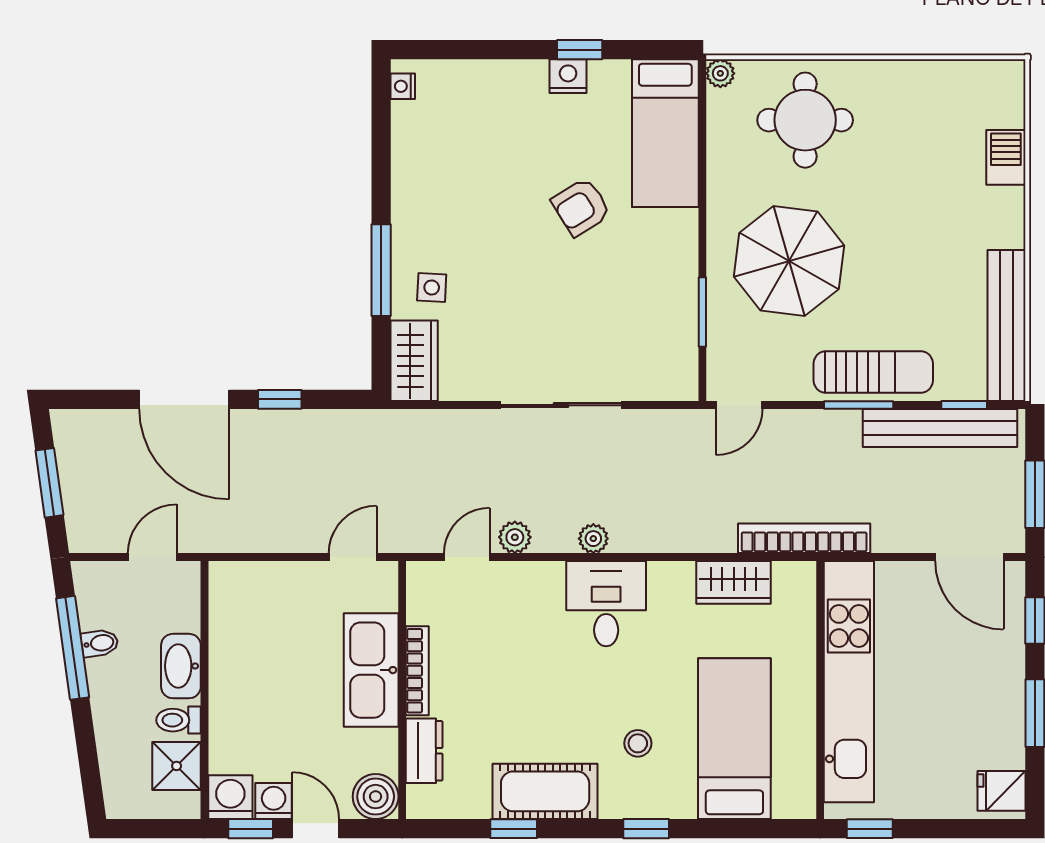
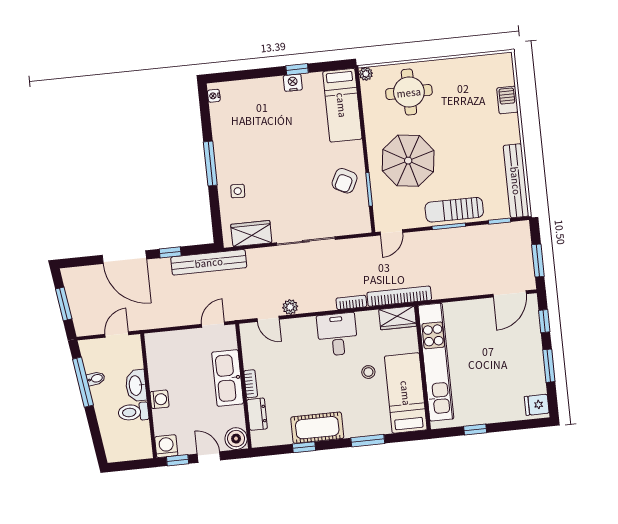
armchair: (581, 207) -> (345, 181), moved, turned -31
window: (381, 270) -> (210, 163), moved
wardrobe: (414, 361) -> (251, 234), moved, turned -90
sun lounger: (873, 372) -> (454, 210), turned 180
bench: (940, 428) -> (209, 262), moved
bookcase: (804, 538) -> (399, 296), moved
plant: (593, 539) -> (328, 304), removed
bookcase: (642, 541) -> (351, 302), added
door: (467, 557) -> (268, 319), swing flipped
door: (969, 557) -> (510, 294), hinge flipped
bookcase: (417, 671) -> (251, 384), width x0.64
kitchen unit: (849, 682) -> (436, 362), moved
wall: (820, 690) -> (423, 368), moved
toilet: (179, 720) -> (133, 412), width x1.37, depth x1.39
stool: (638, 743) -> (368, 372), moved
shower: (177, 766) -> (139, 434), removed
washing machine: (274, 801) -> (159, 399), moved, turned 90
window: (646, 829) -> (368, 441), width x1.50

